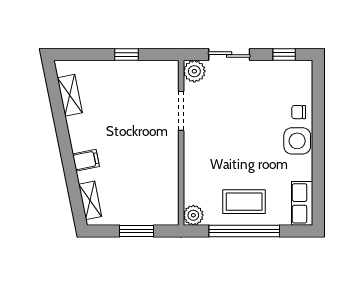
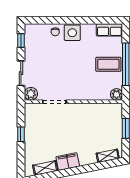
filing cabinet: (86, 160) -> (68, 162), moved, width x2.00
coffee table: (244, 202) -> (108, 64), turned 90

